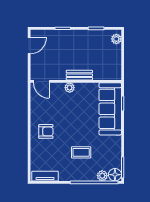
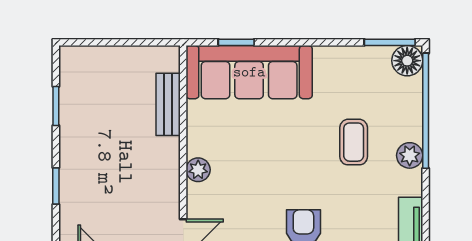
plant: (116, 39) -> (81, 58), removed
bench: (79, 75) -> (168, 104), moved
plant: (102, 176) -> (410, 155), moved

